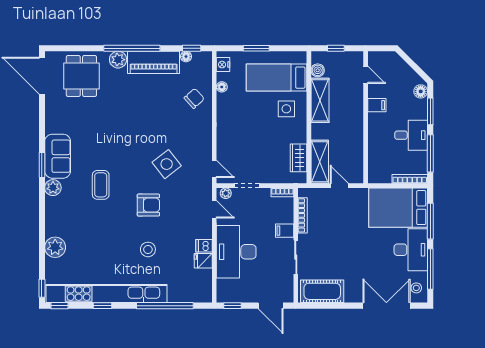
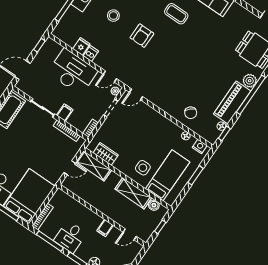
side table: (167, 164) -> (160, 66), removed

